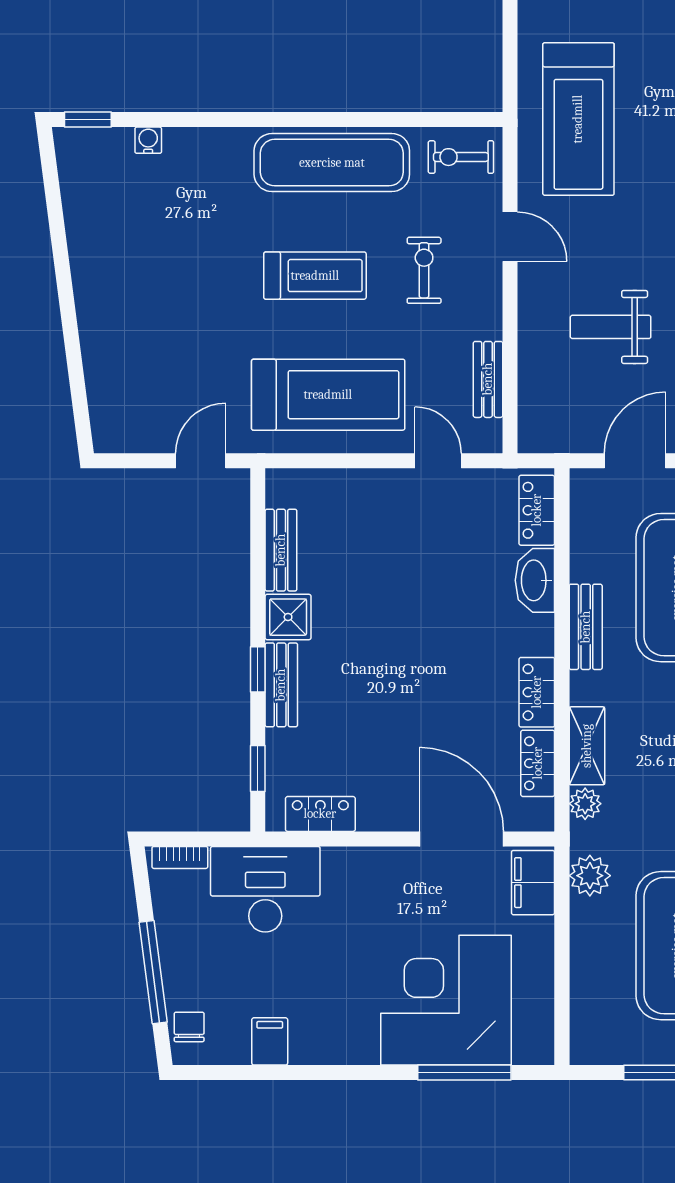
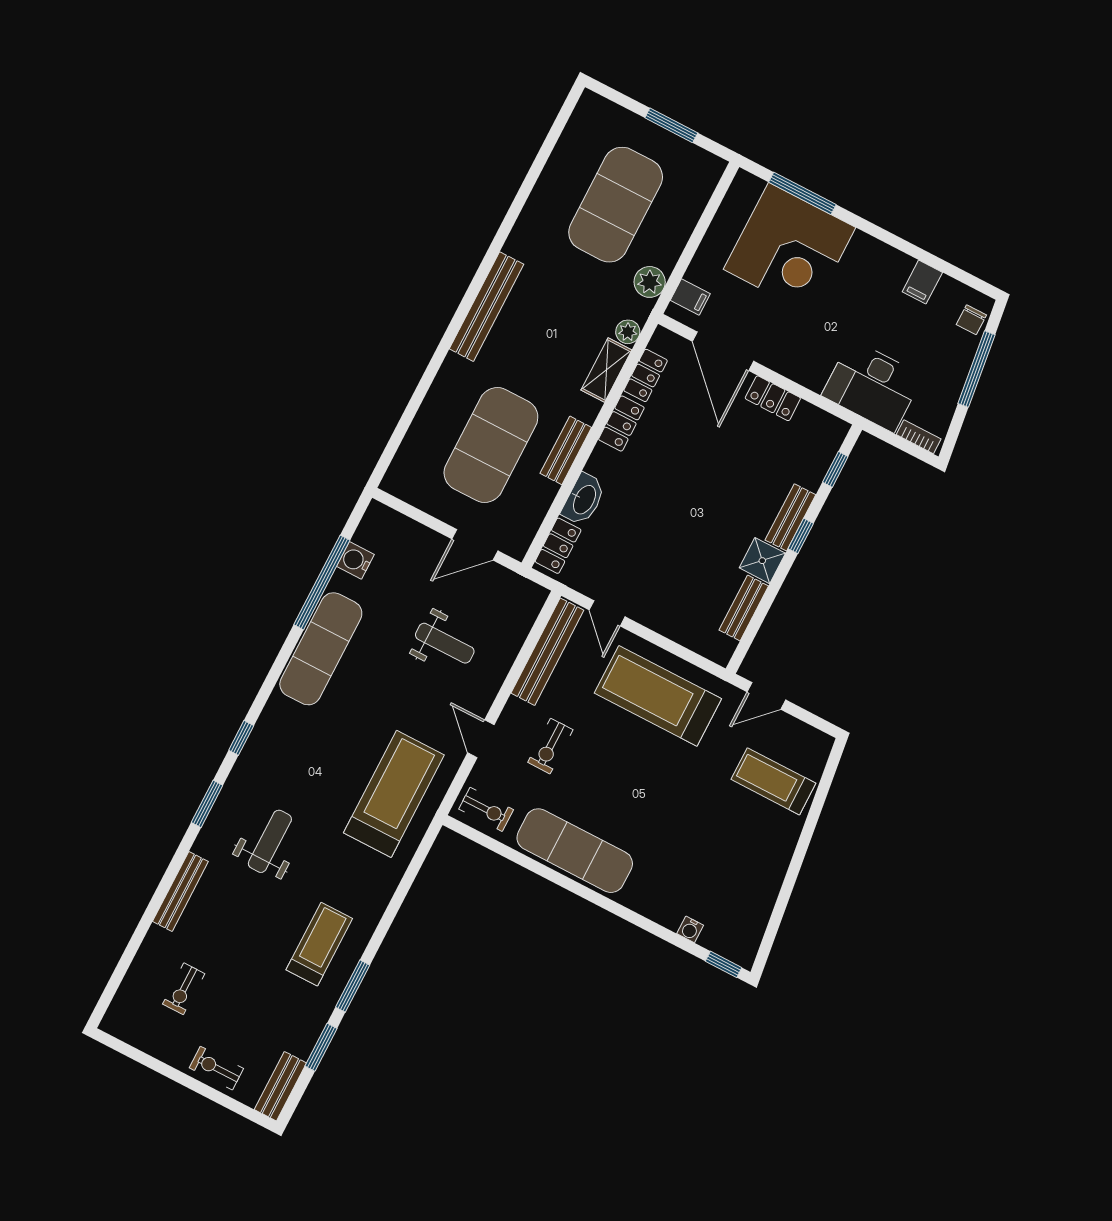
treadmill: (315, 276) -> (773, 781), moved
bench: (488, 379) -> (547, 652), width x1.86, depth x1.21
locker: (320, 814) -> (773, 398), moved
filing cabinet: (533, 883) -> (690, 297), width x0.50

